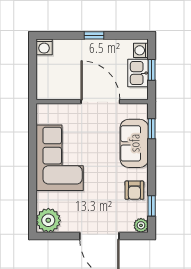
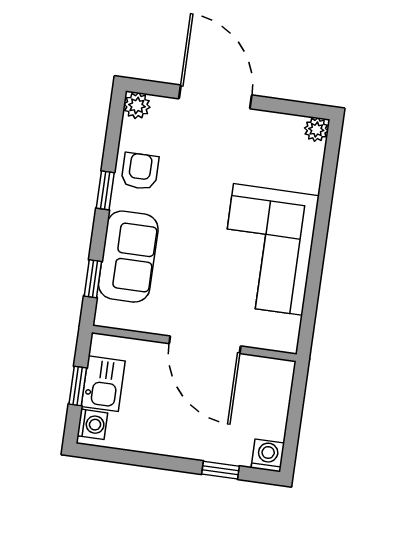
window: (94, 35) -> (221, 470), moved
door: (100, 102) -> (205, 345), moved
window: (152, 206) -> (105, 190), moved
plant: (48, 220) -> (316, 130), width x0.53, depth x0.53

